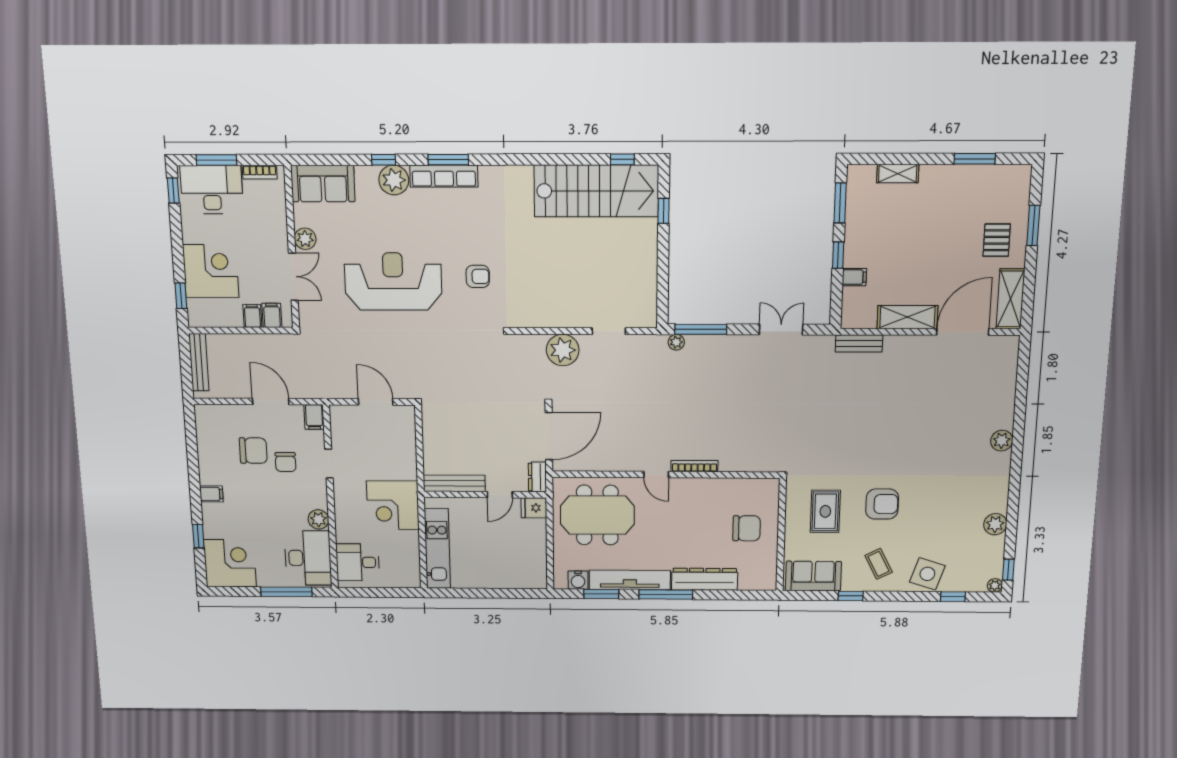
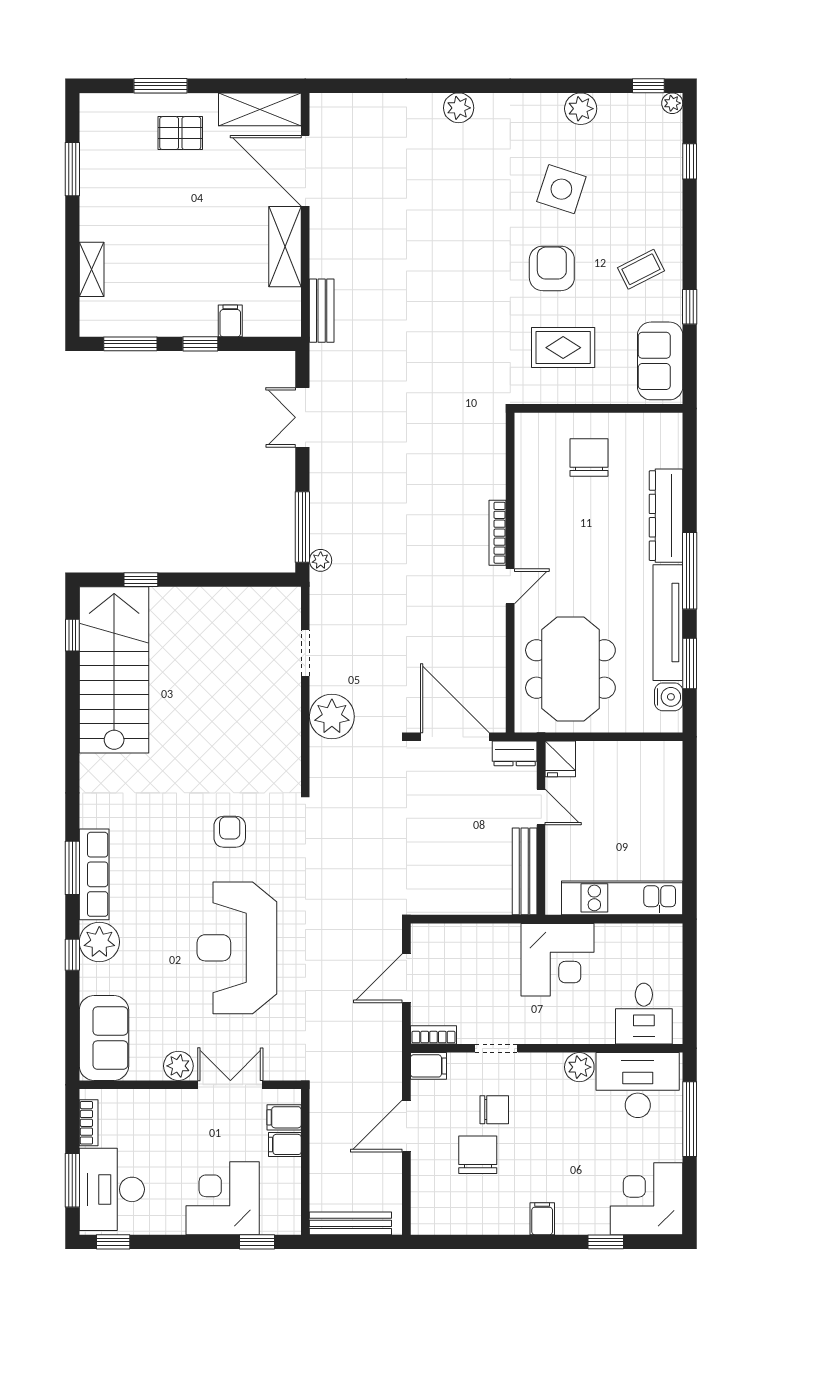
bookcase: (336, 421) -> (433, 1035), added
side table: (927, 574) -> (561, 189), moved

